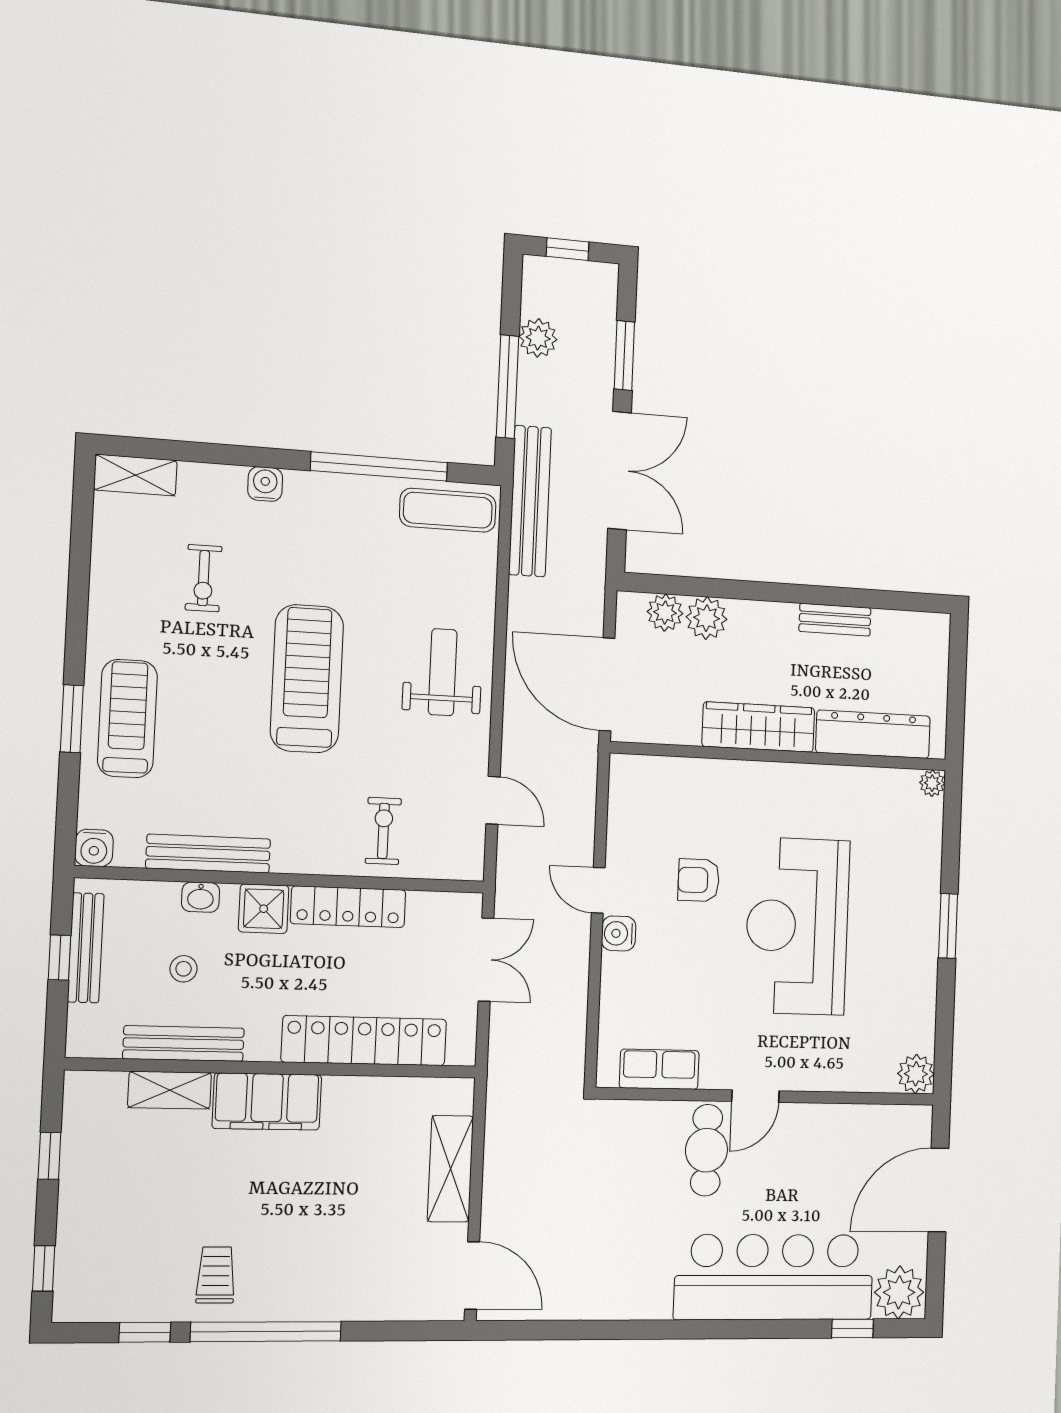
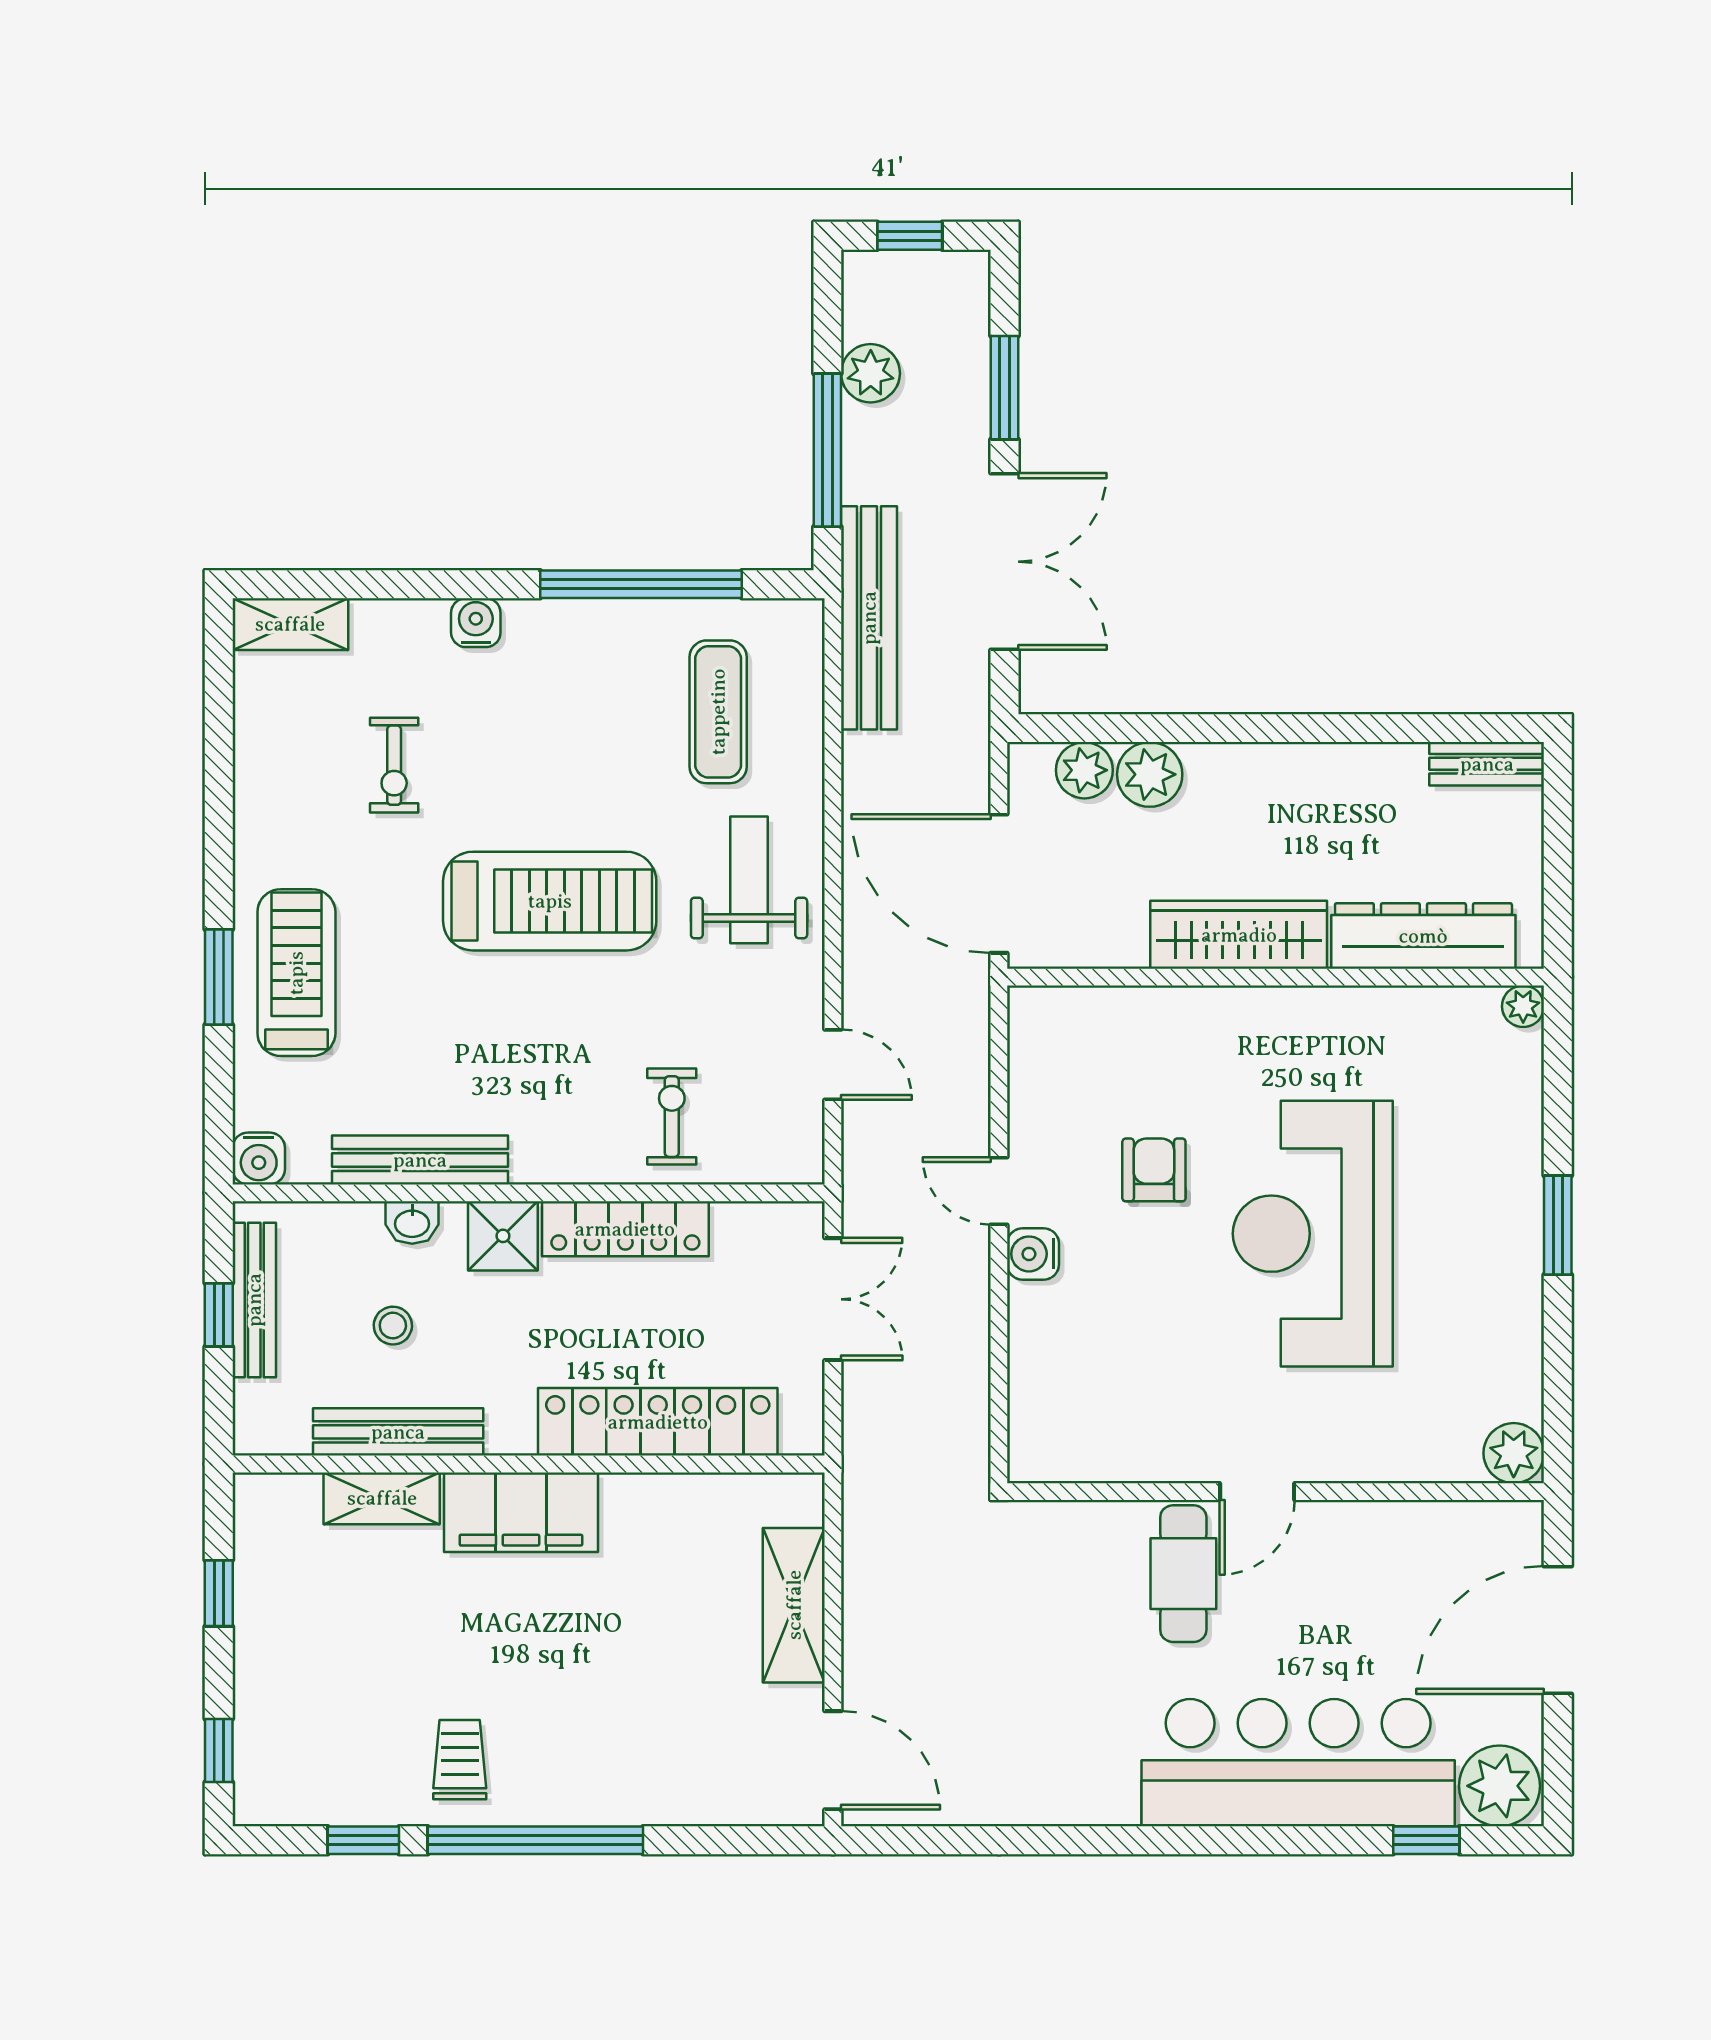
exercise mat: (448, 510) -> (718, 712), moved, turned 90
bench: (835, 620) -> (1487, 764), moved
treadmill: (307, 679) -> (550, 901), turned 90
armchair: (699, 880) -> (1154, 1170), turned 90
row of seats: (659, 1069) -> (1105, 1454), removed

